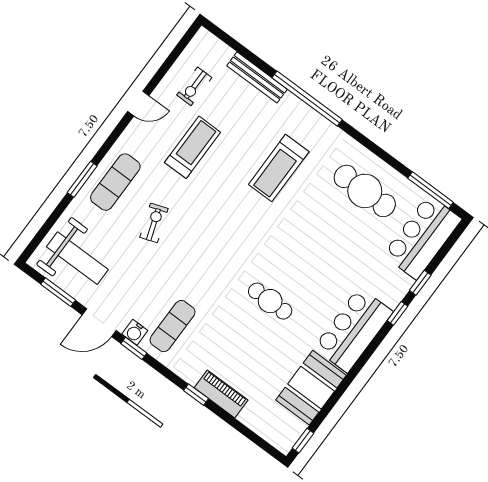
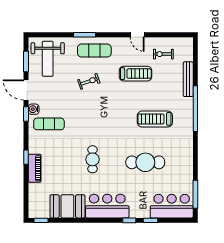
cafe table: (365, 191) -> (145, 162), moved, turned 90

